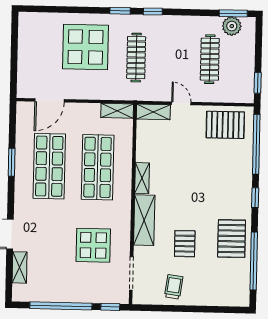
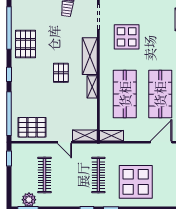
pallet: (185, 244) -> (61, 73), moved

